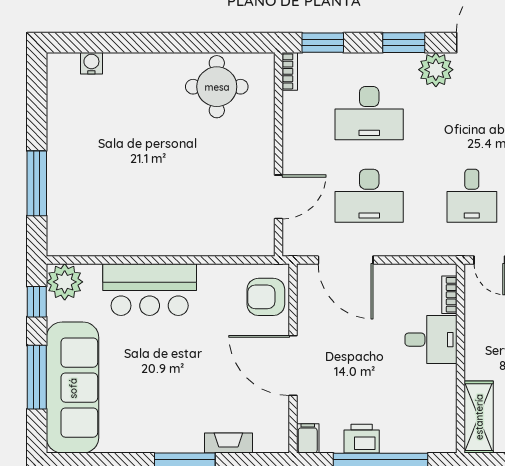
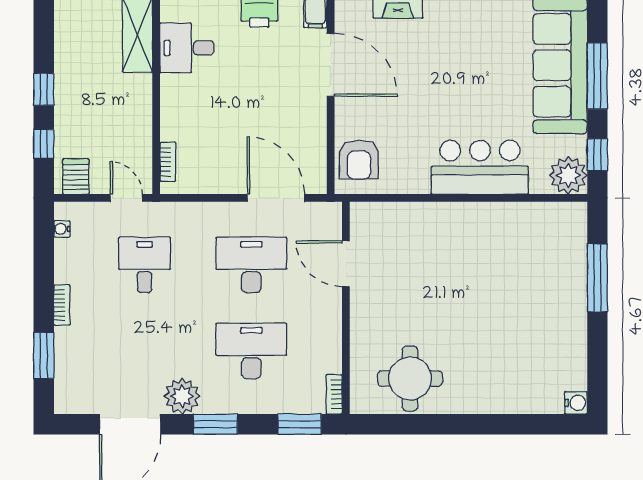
water cooler: (91, 63) -> (576, 403), moved, turned -90
door: (278, 197) -> (346, 264), hinge flipped
armchair: (266, 297) -> (359, 160), turned 90
desk: (431, 340) -> (187, 48), moved
door: (293, 365) -> (331, 65), moved

